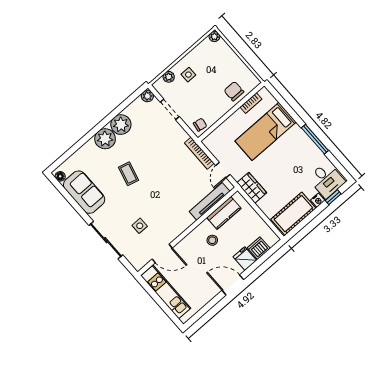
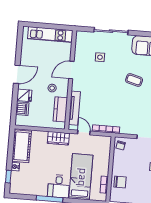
desk: (327, 180) -> (59, 186), moved, turned -90
door: (162, 254) -> (71, 70), moved

